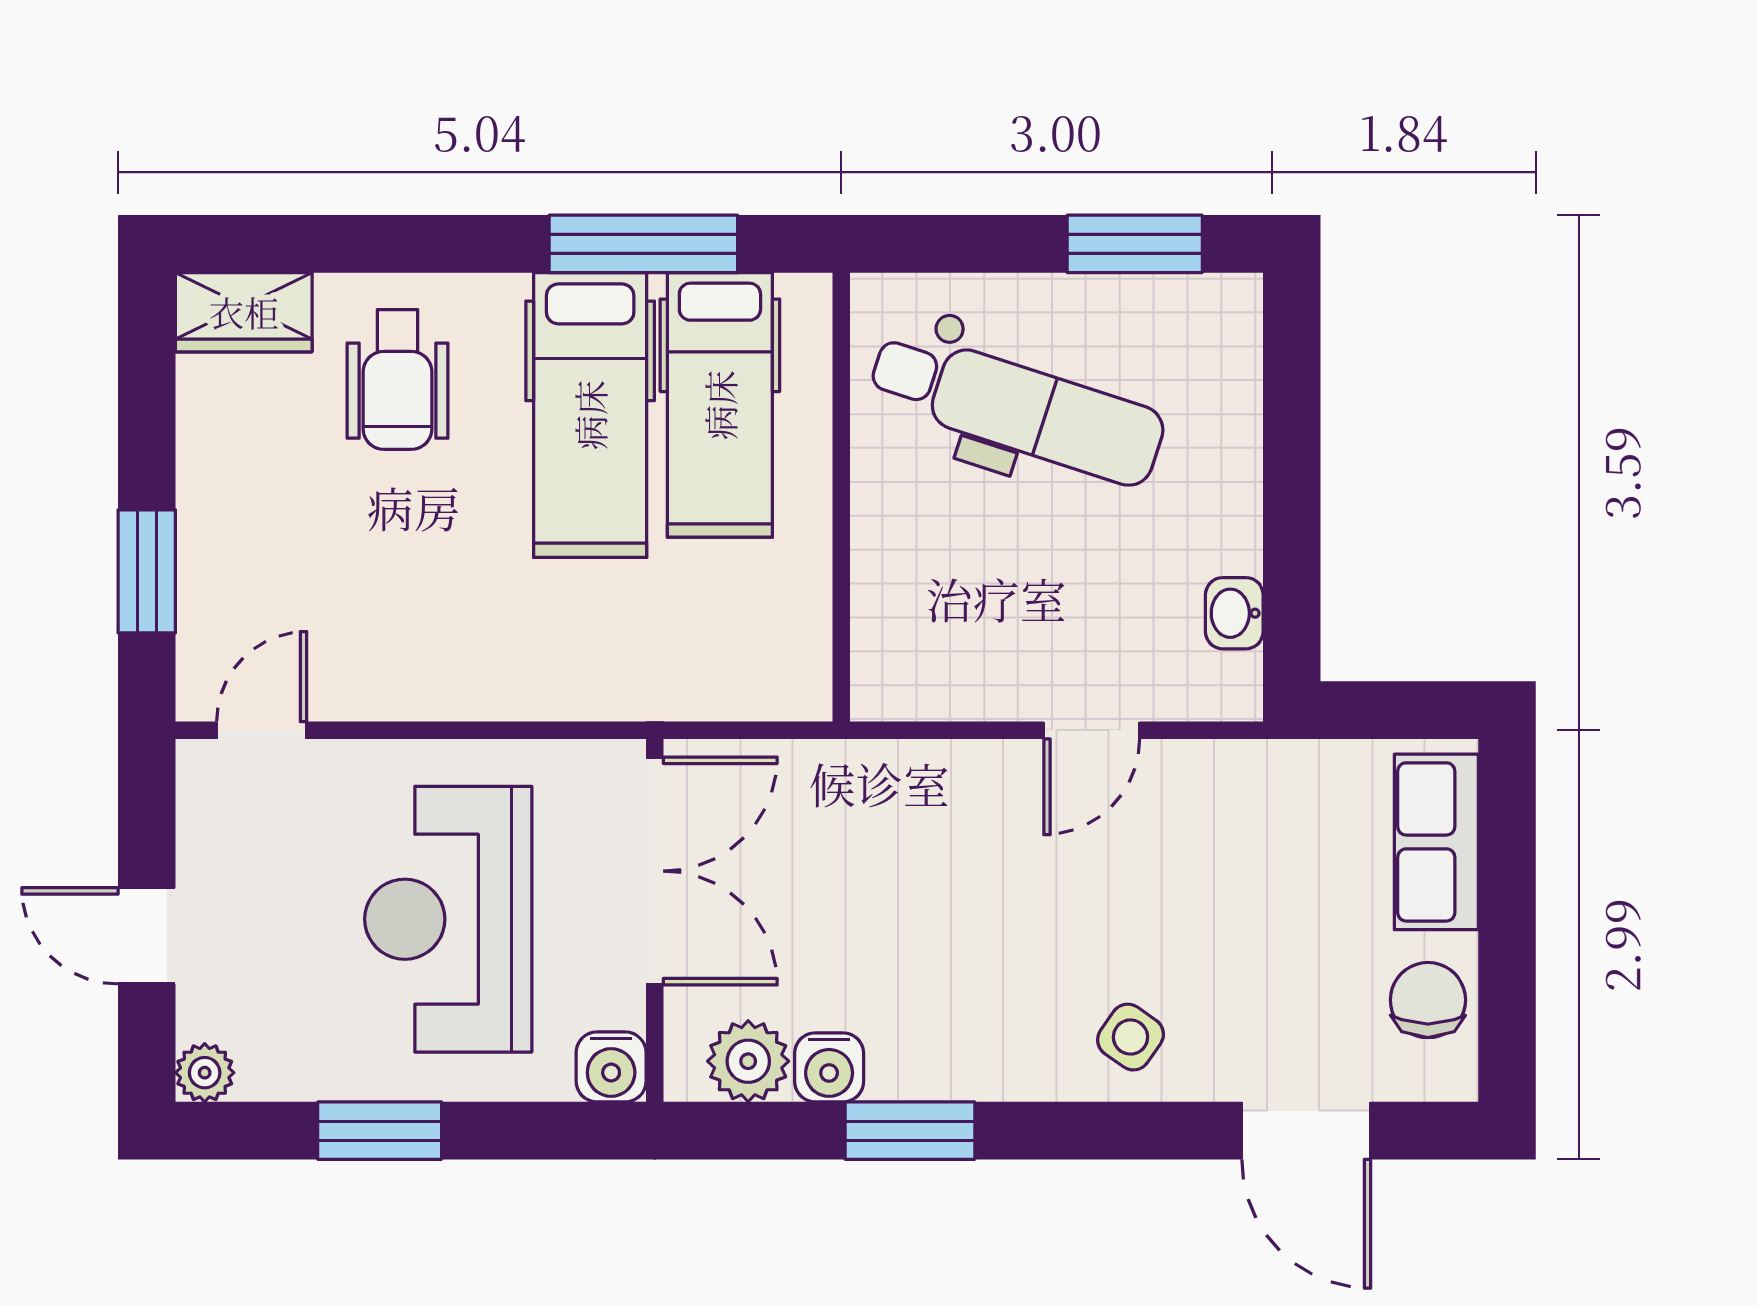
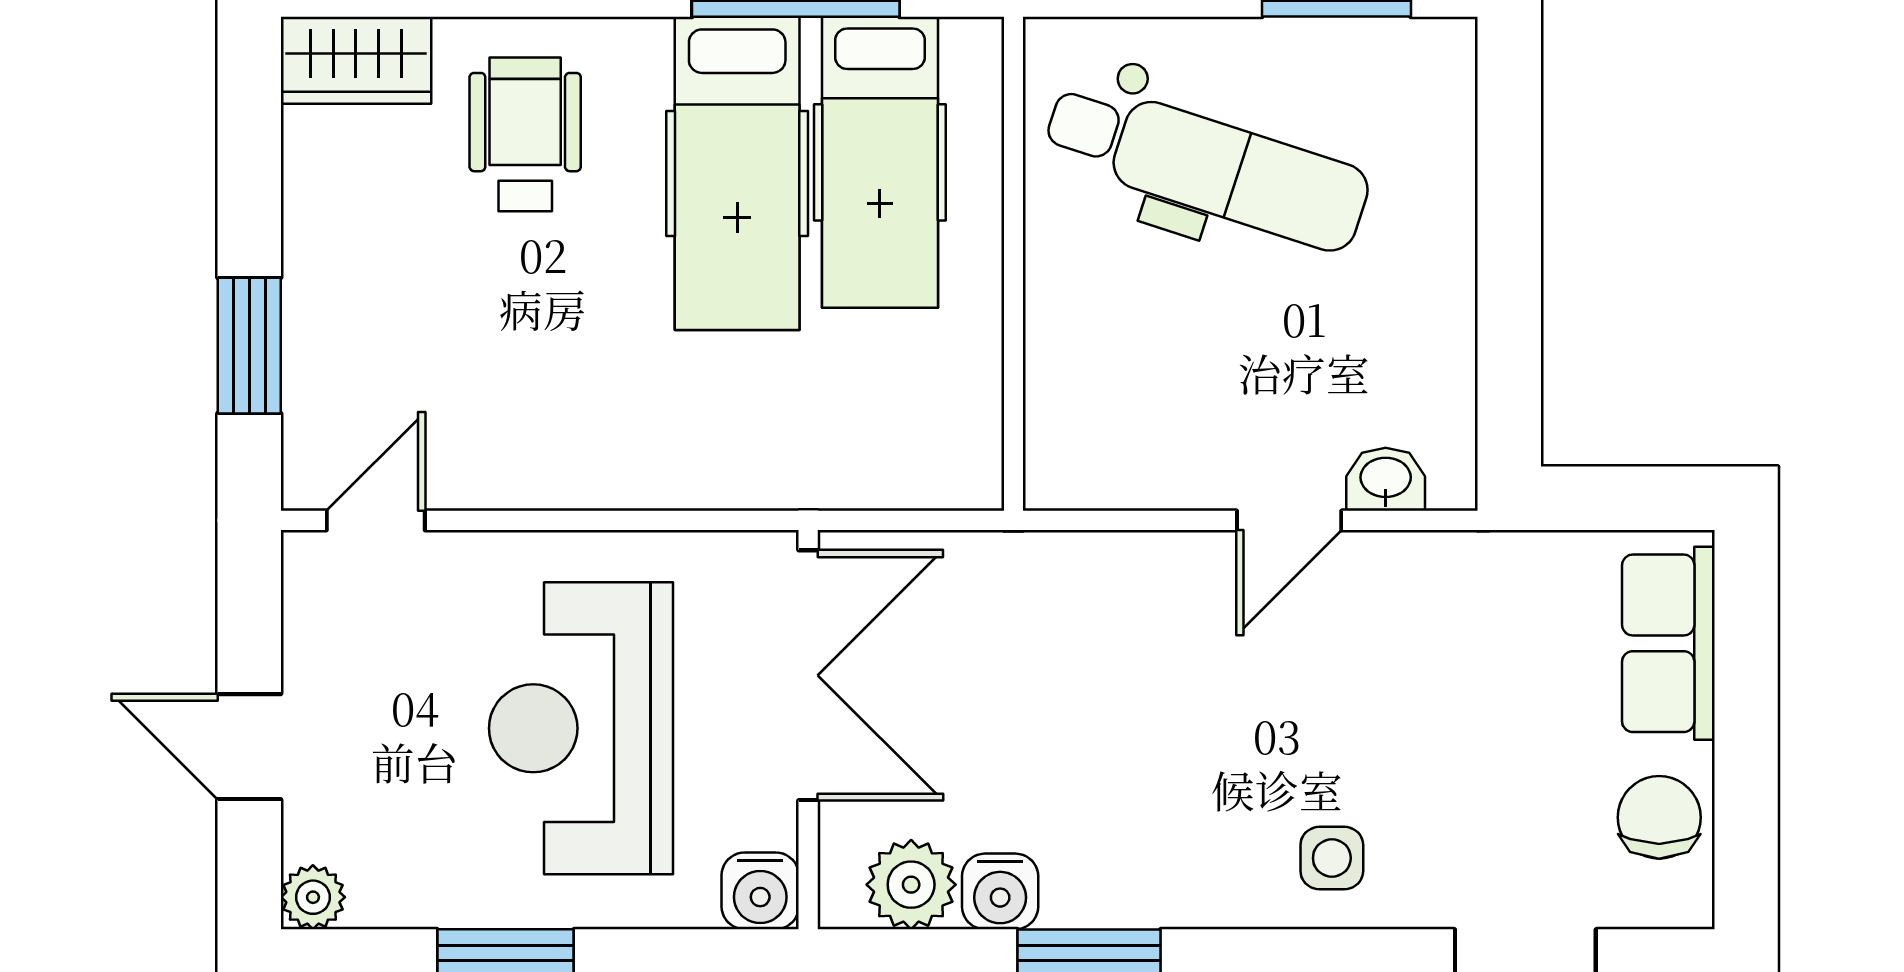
wheelchair: (398, 379) -> (525, 134), turned 180
washbasin: (1234, 613) -> (1386, 479), moved, turned 90
side table: (1131, 1037) -> (1332, 858), turned -35

